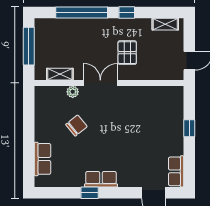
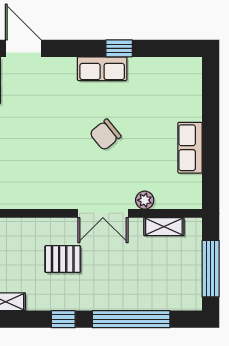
pallet: (127, 53) -> (63, 259), turned 90
chair: (76, 126) -> (105, 135), moved
row of seats: (43, 159) -> (190, 148), moved

